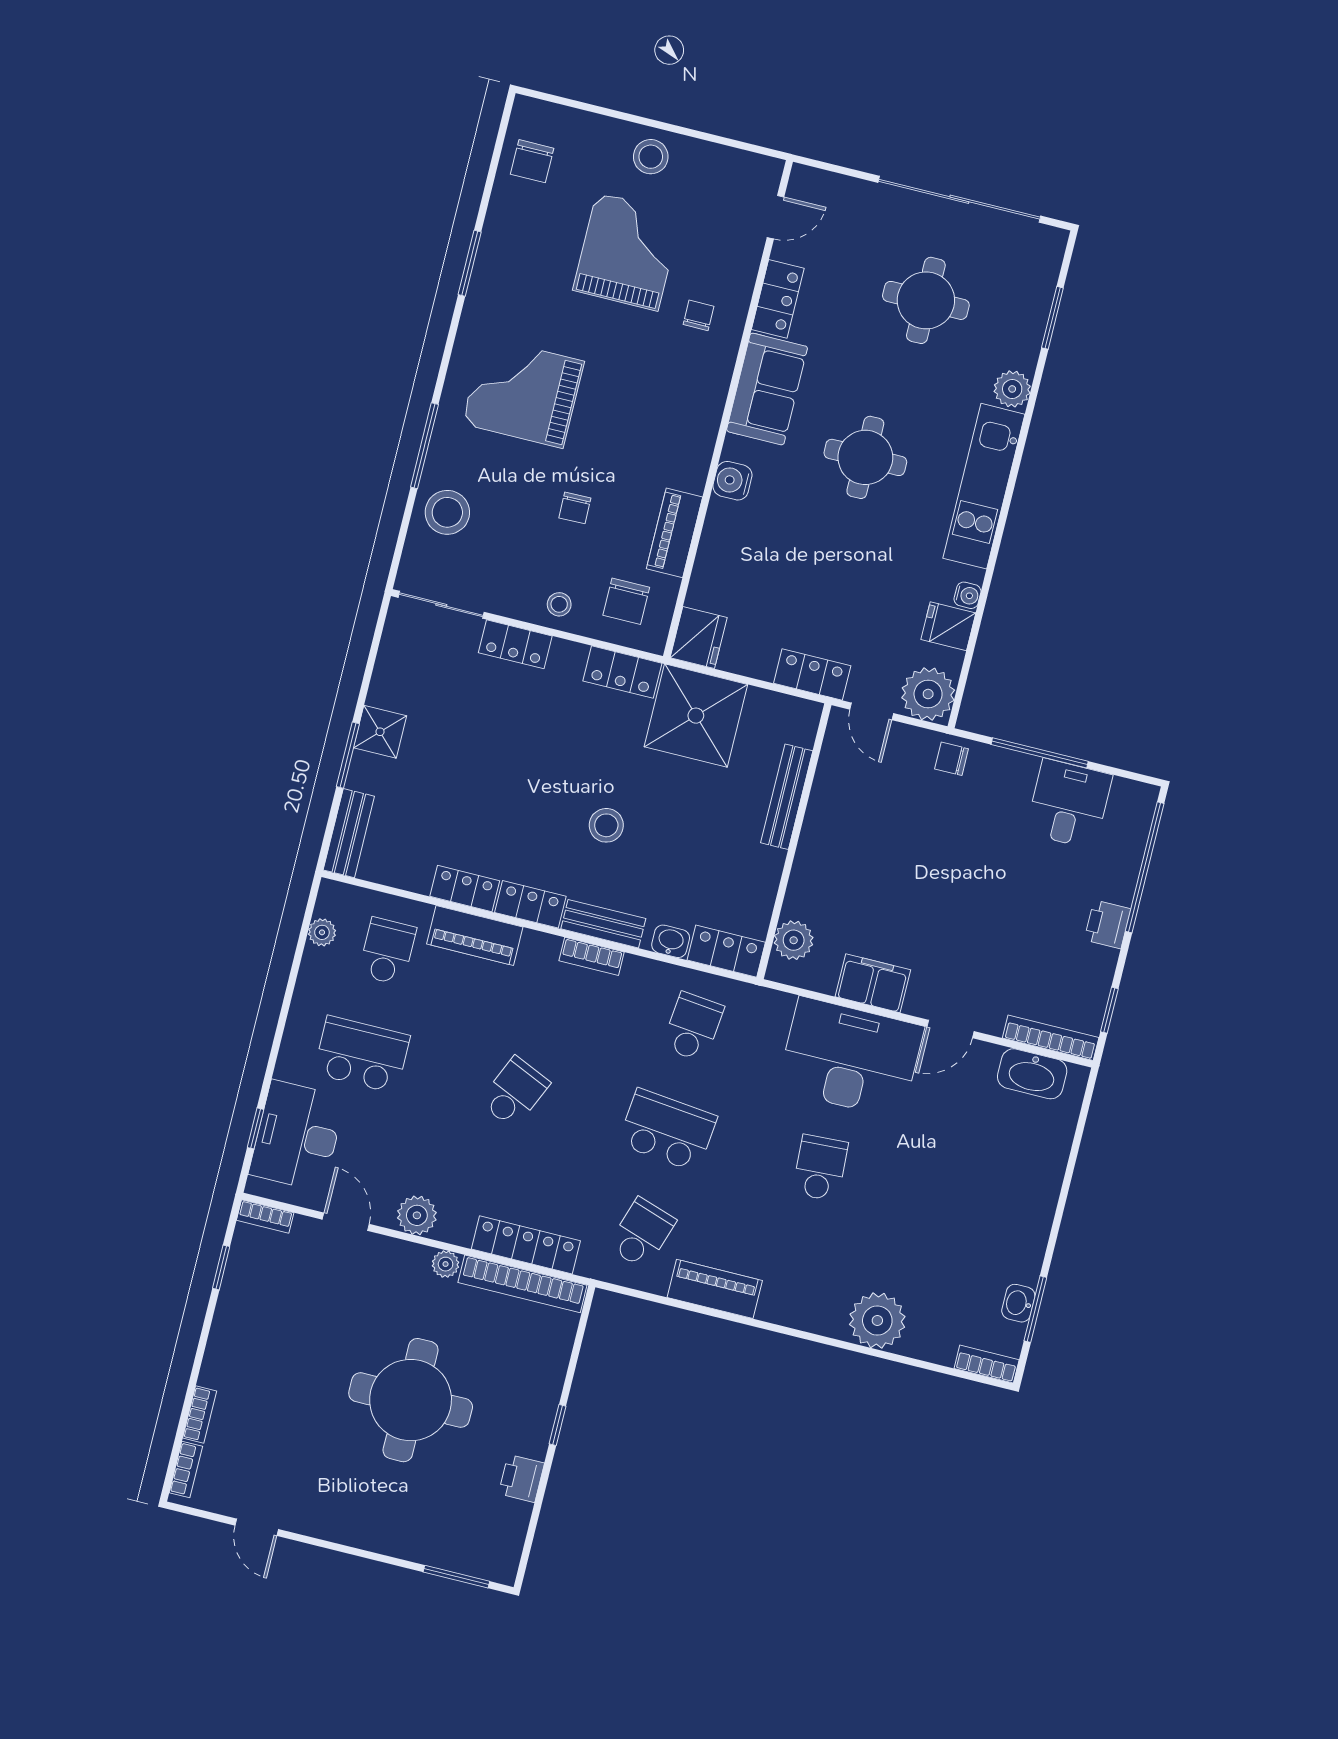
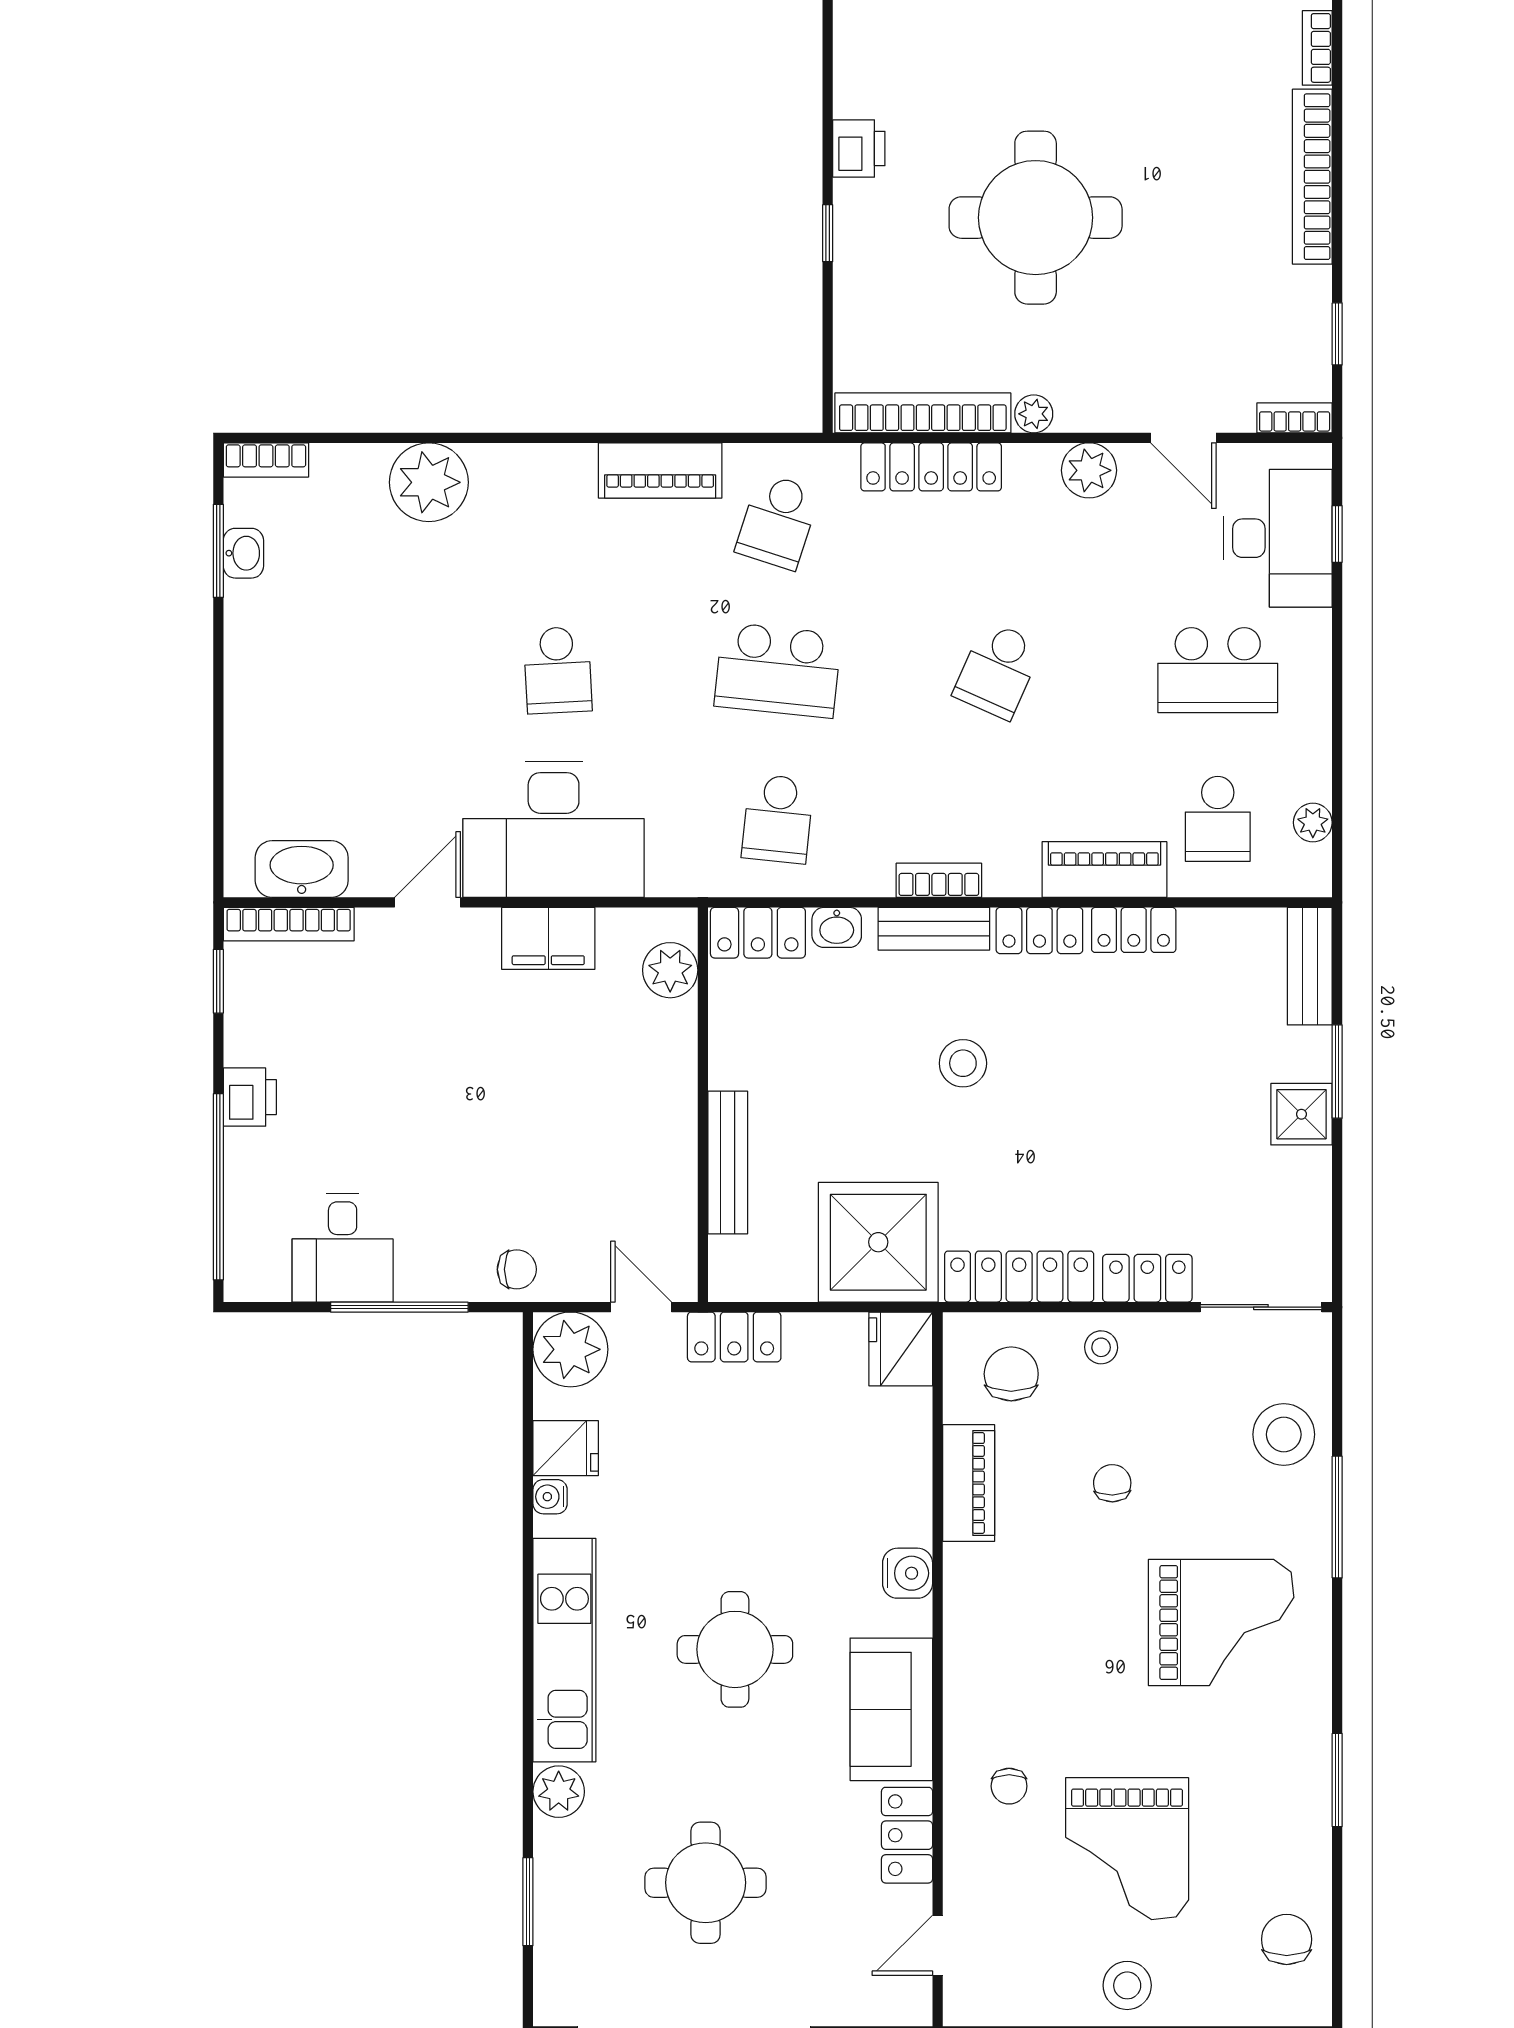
locker: (622, 672) -> (1019, 1277), width x1.53
bookcase: (200, 1415) -> (1312, 177), width x2.31, depth x1.31

